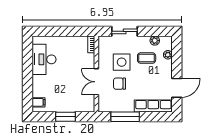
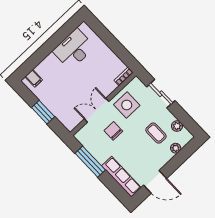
side table: (122, 62) -> (127, 105), moved

